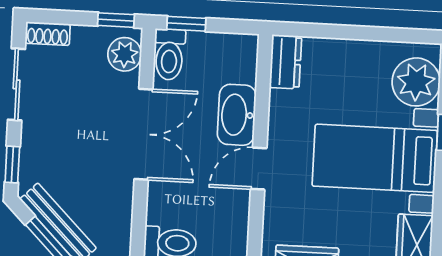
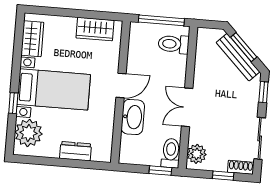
window: (116, 20) -> (223, 176), moved
dresser: (285, 62) -> (76, 151), moved, turned 90
double door: (143, 134) -> (187, 107), width x0.73

